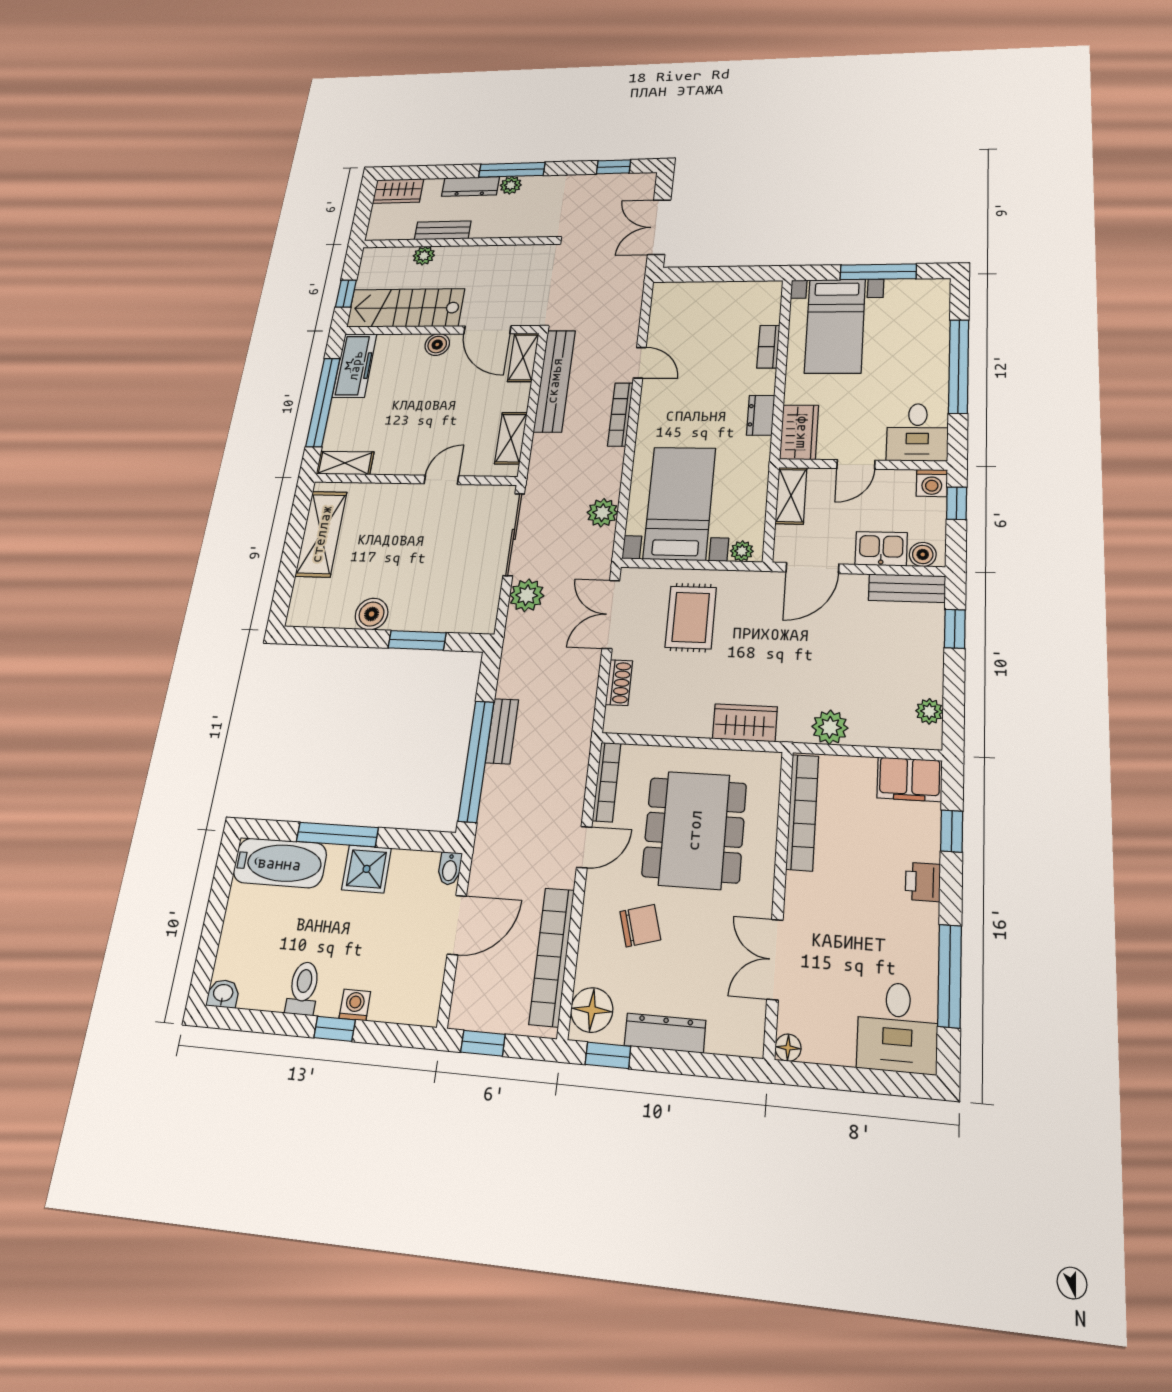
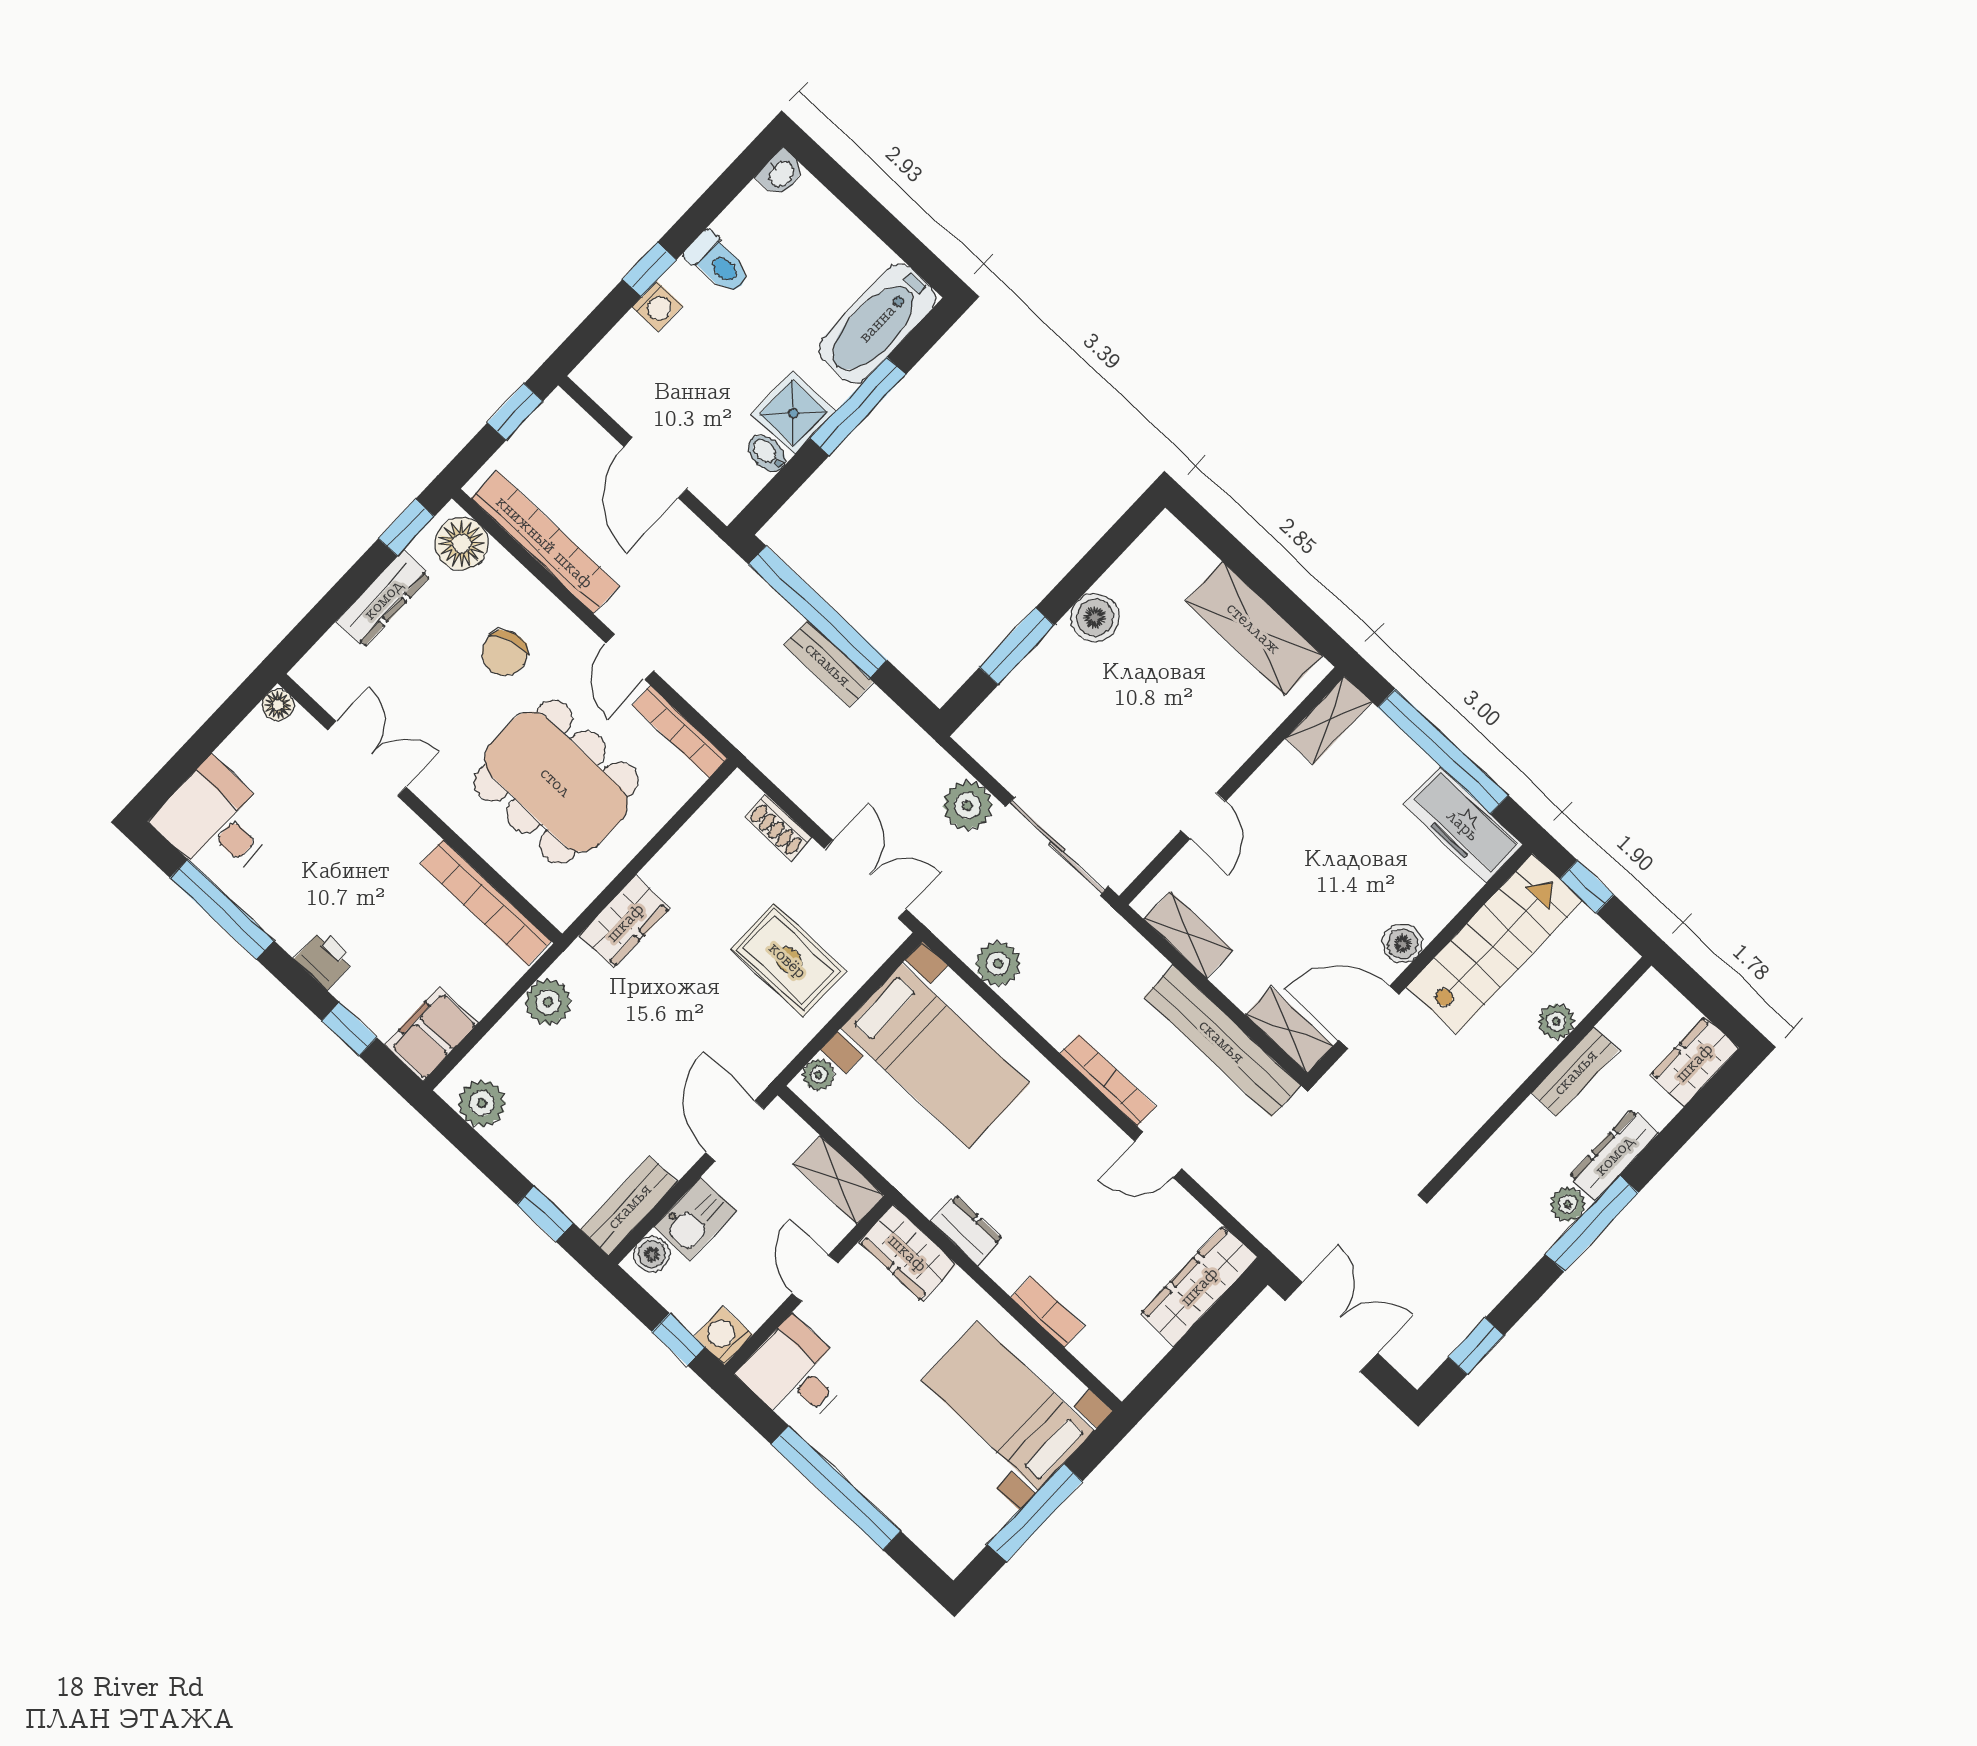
wardrobe: (691, 295) -> (1199, 1286), added
plant: (929, 711) -> (482, 1103), width x1.38, depth x1.38
bidet: (450, 868) -> (767, 453), moved

